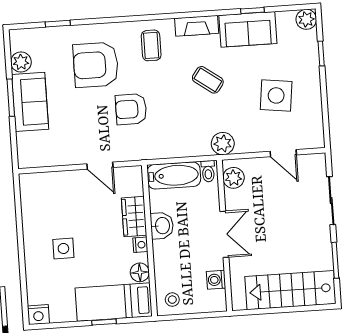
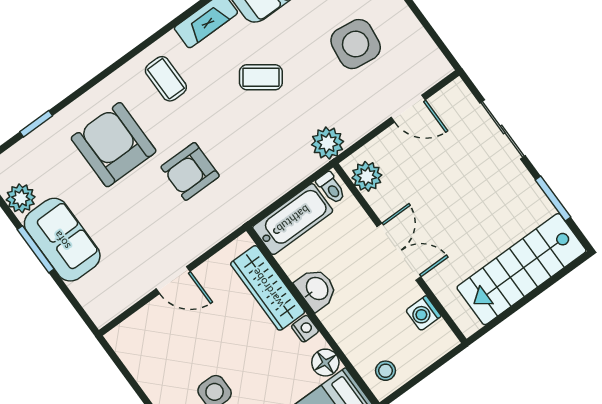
armchair: (96, 65) -> (114, 145), turned 90
door: (100, 166) -> (173, 280), moved
wardrobe: (134, 217) -> (268, 288), width x1.50

